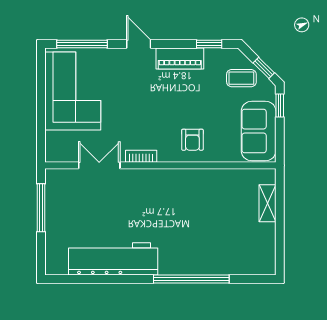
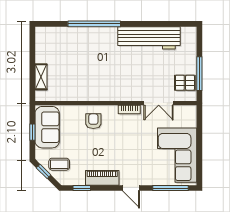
window: (280, 106) -> (32, 132), moved
pallet: (62, 195) -> (185, 83), added

